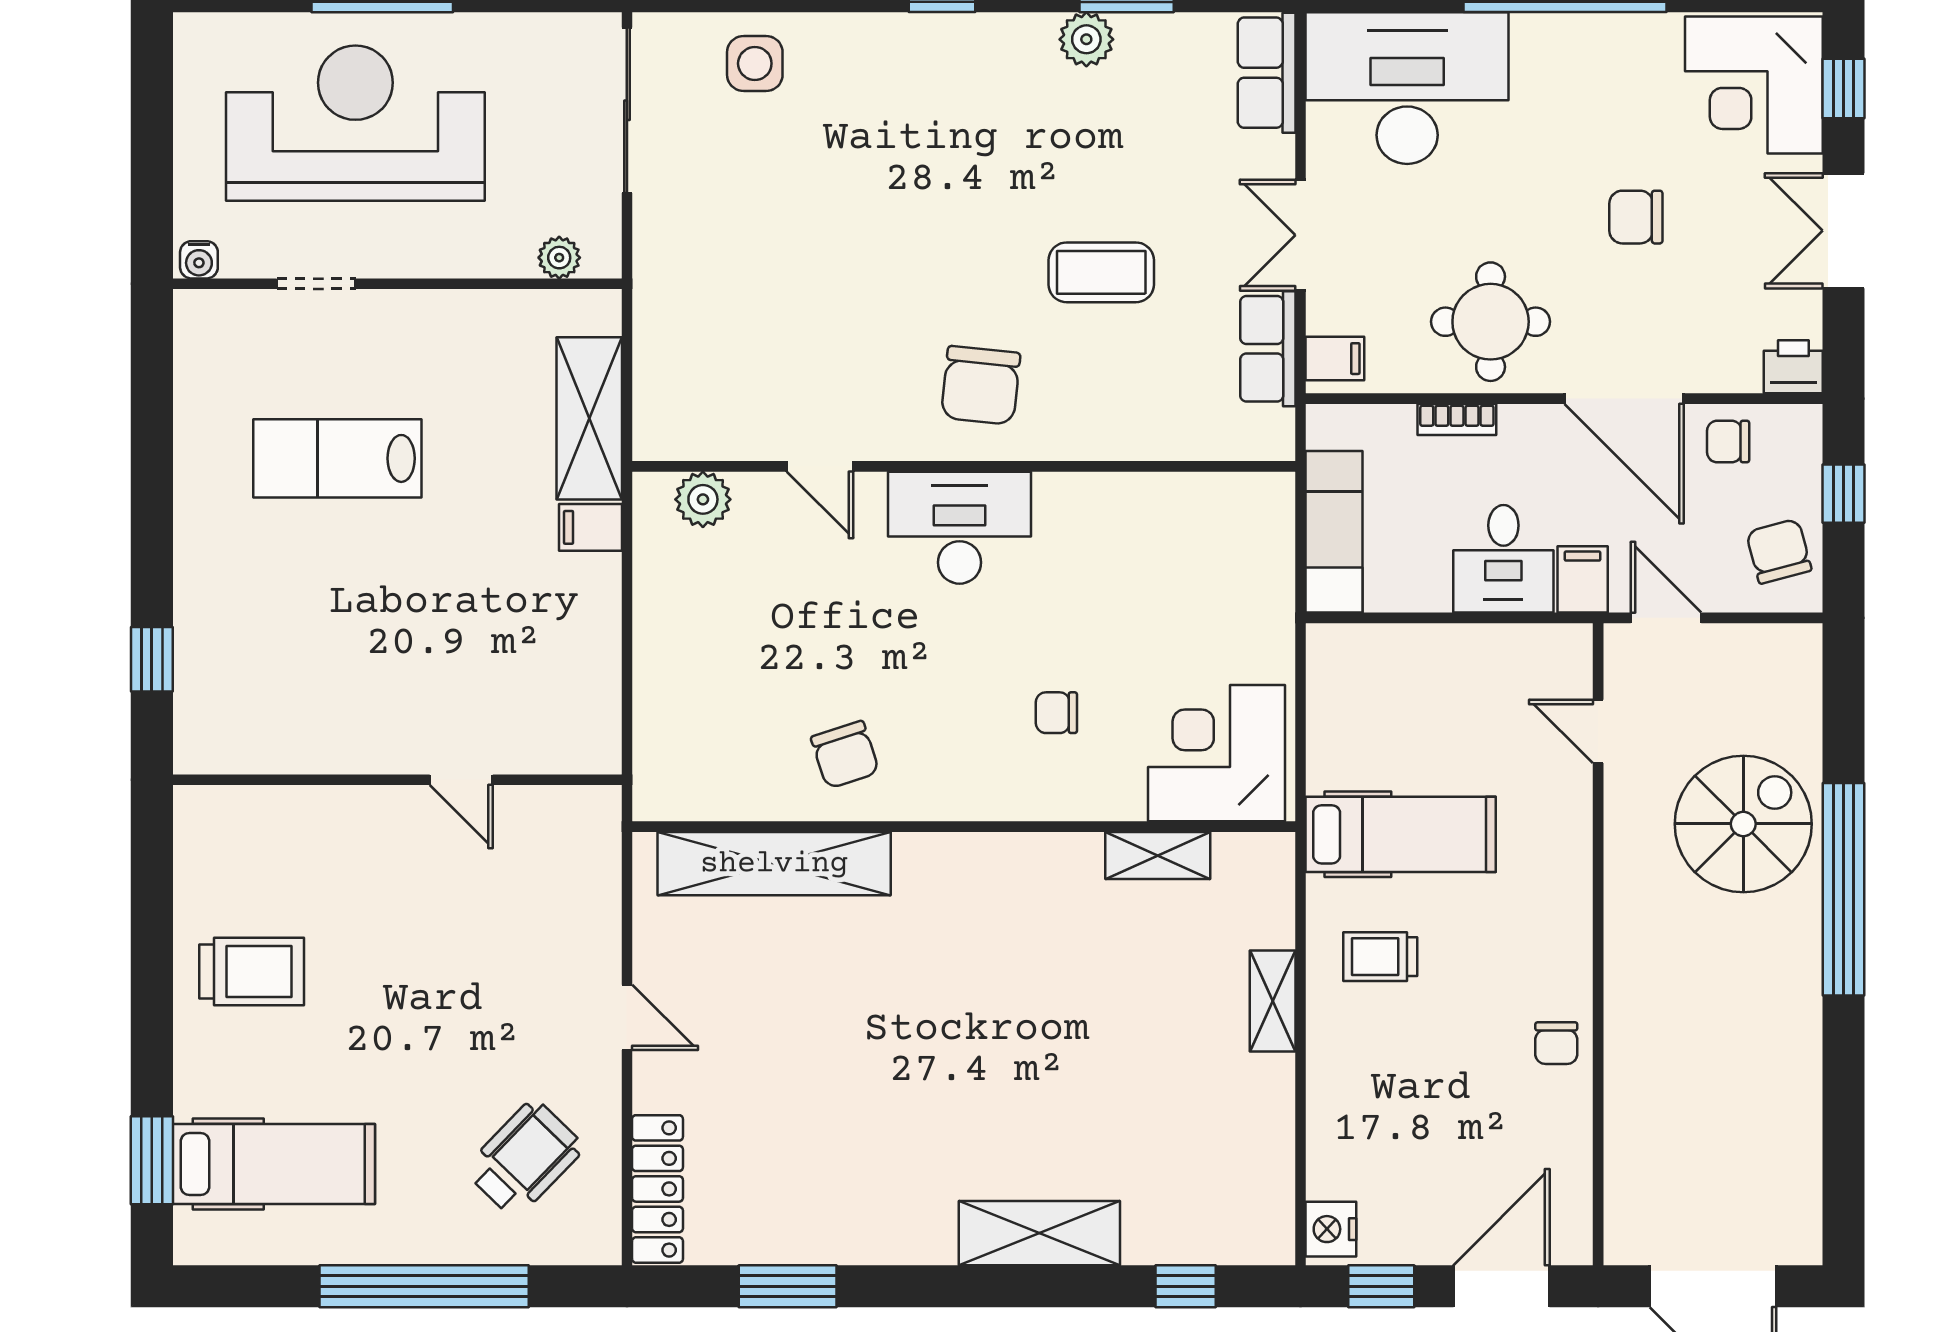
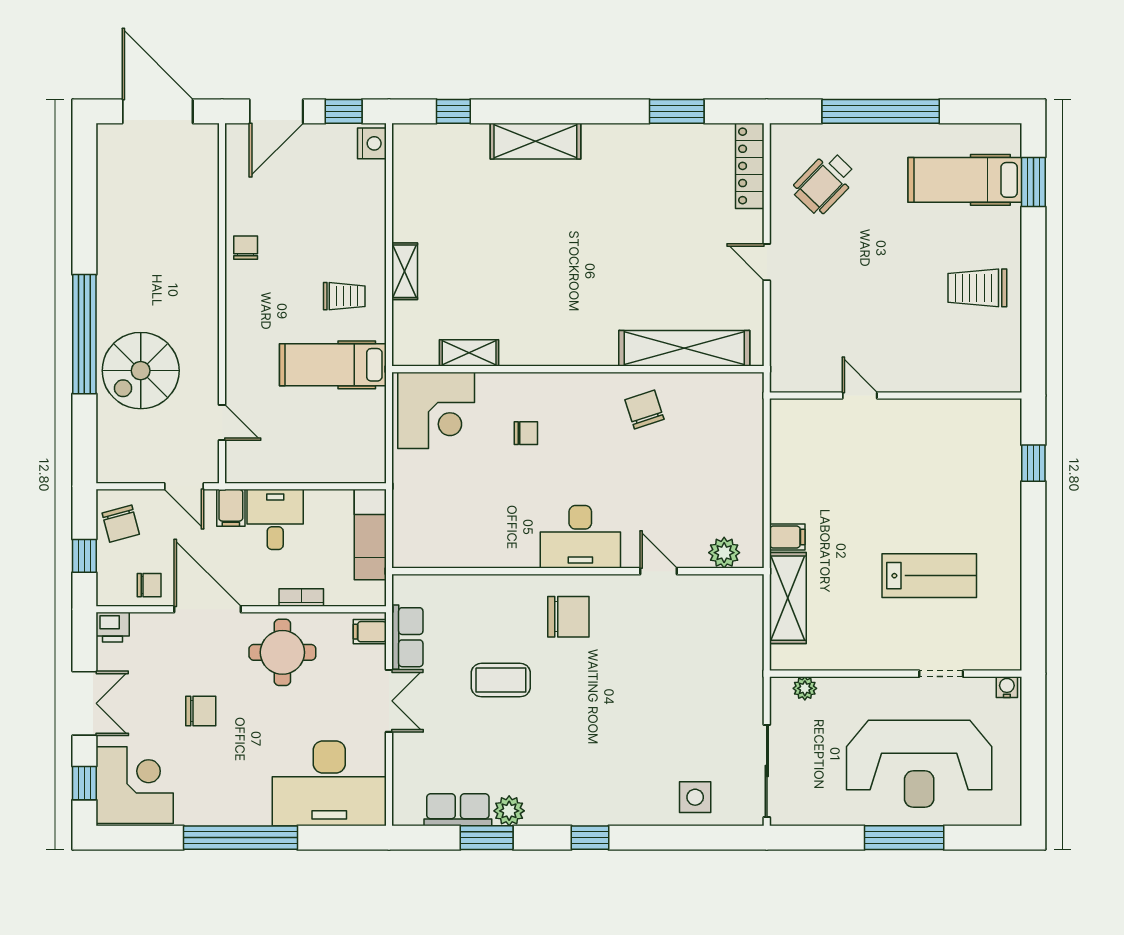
row of seats: (1267, 73) -> (458, 810), moved, turned -90
chair: (981, 385) -> (568, 617), turned 84

